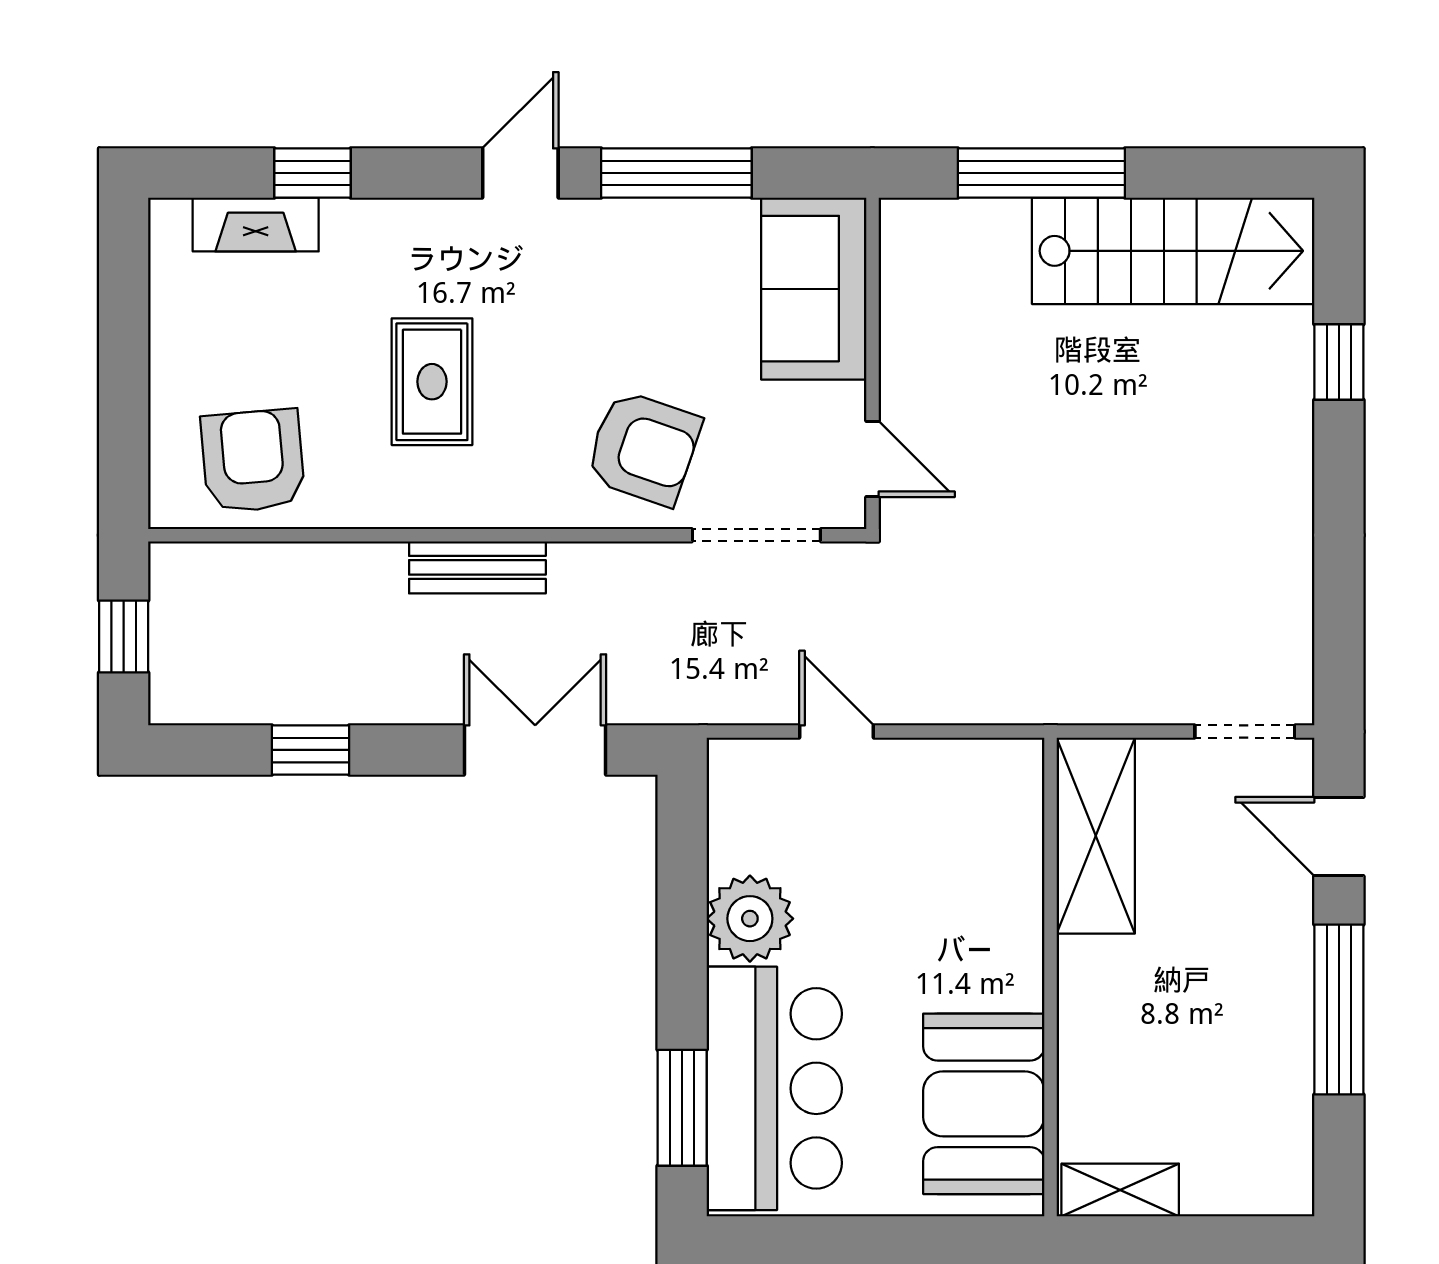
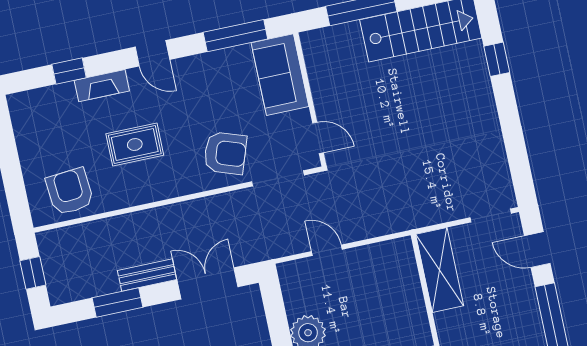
door: (520, 173) -> (152, 53), swing flipped
window: (676, 173) -> (235, 36), moved
fireplace: (256, 224) -> (102, 86), moved
rug: (432, 382) -> (135, 144), turned 90
bench: (477, 567) -> (147, 275), moved
window: (310, 750) -> (117, 303), width x1.50

